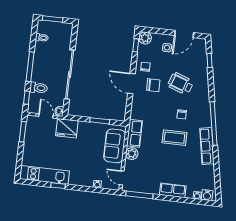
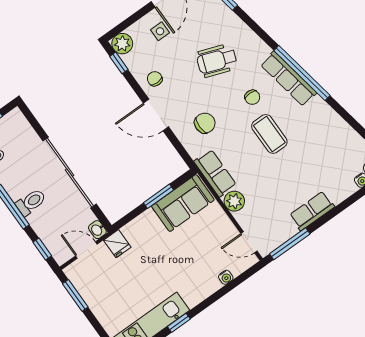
chair: (153, 85) -> (205, 123), moved
toilet: (39, 88) -> (31, 202), moved
fridge: (67, 128) -> (117, 244), width x0.53, depth x0.75
coffee table: (174, 138) -> (269, 134), turned 90
sofa: (115, 146) -> (183, 203), moved, turned -90
row of seats: (207, 146) -> (288, 79), moved
row of seats: (173, 190) -> (312, 211), moved

